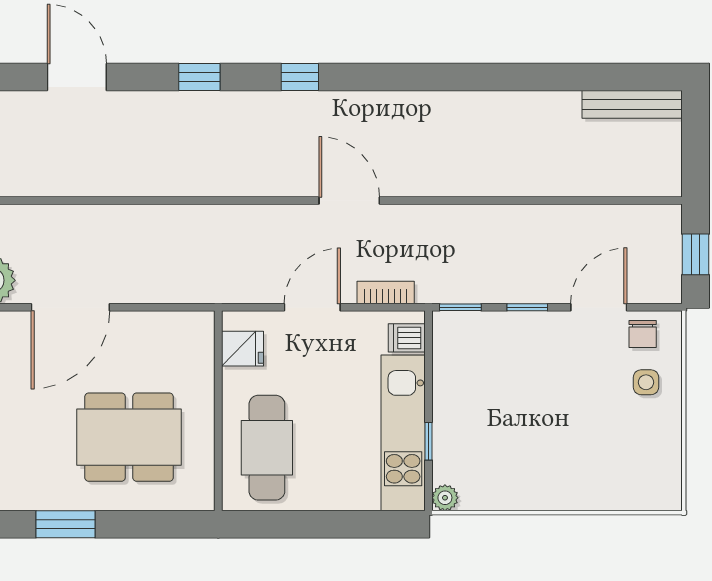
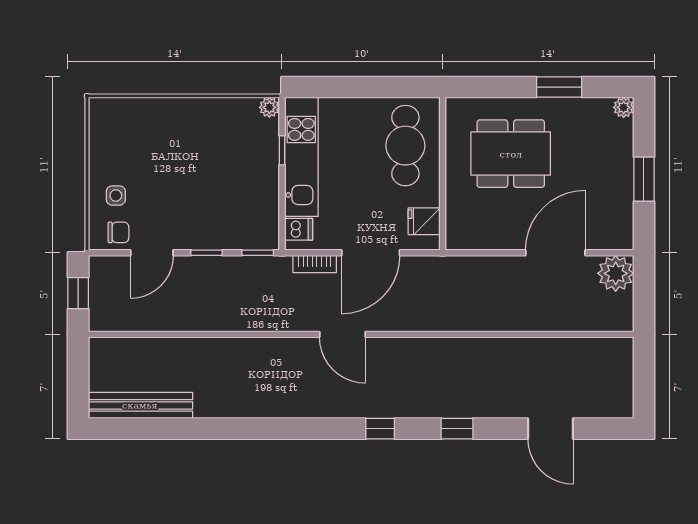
bench: (632, 104) -> (140, 405), width x1.37, depth x1.21
door: (312, 307) -> (371, 253), width x1.36
chair: (643, 334) -> (118, 232), turned 90

